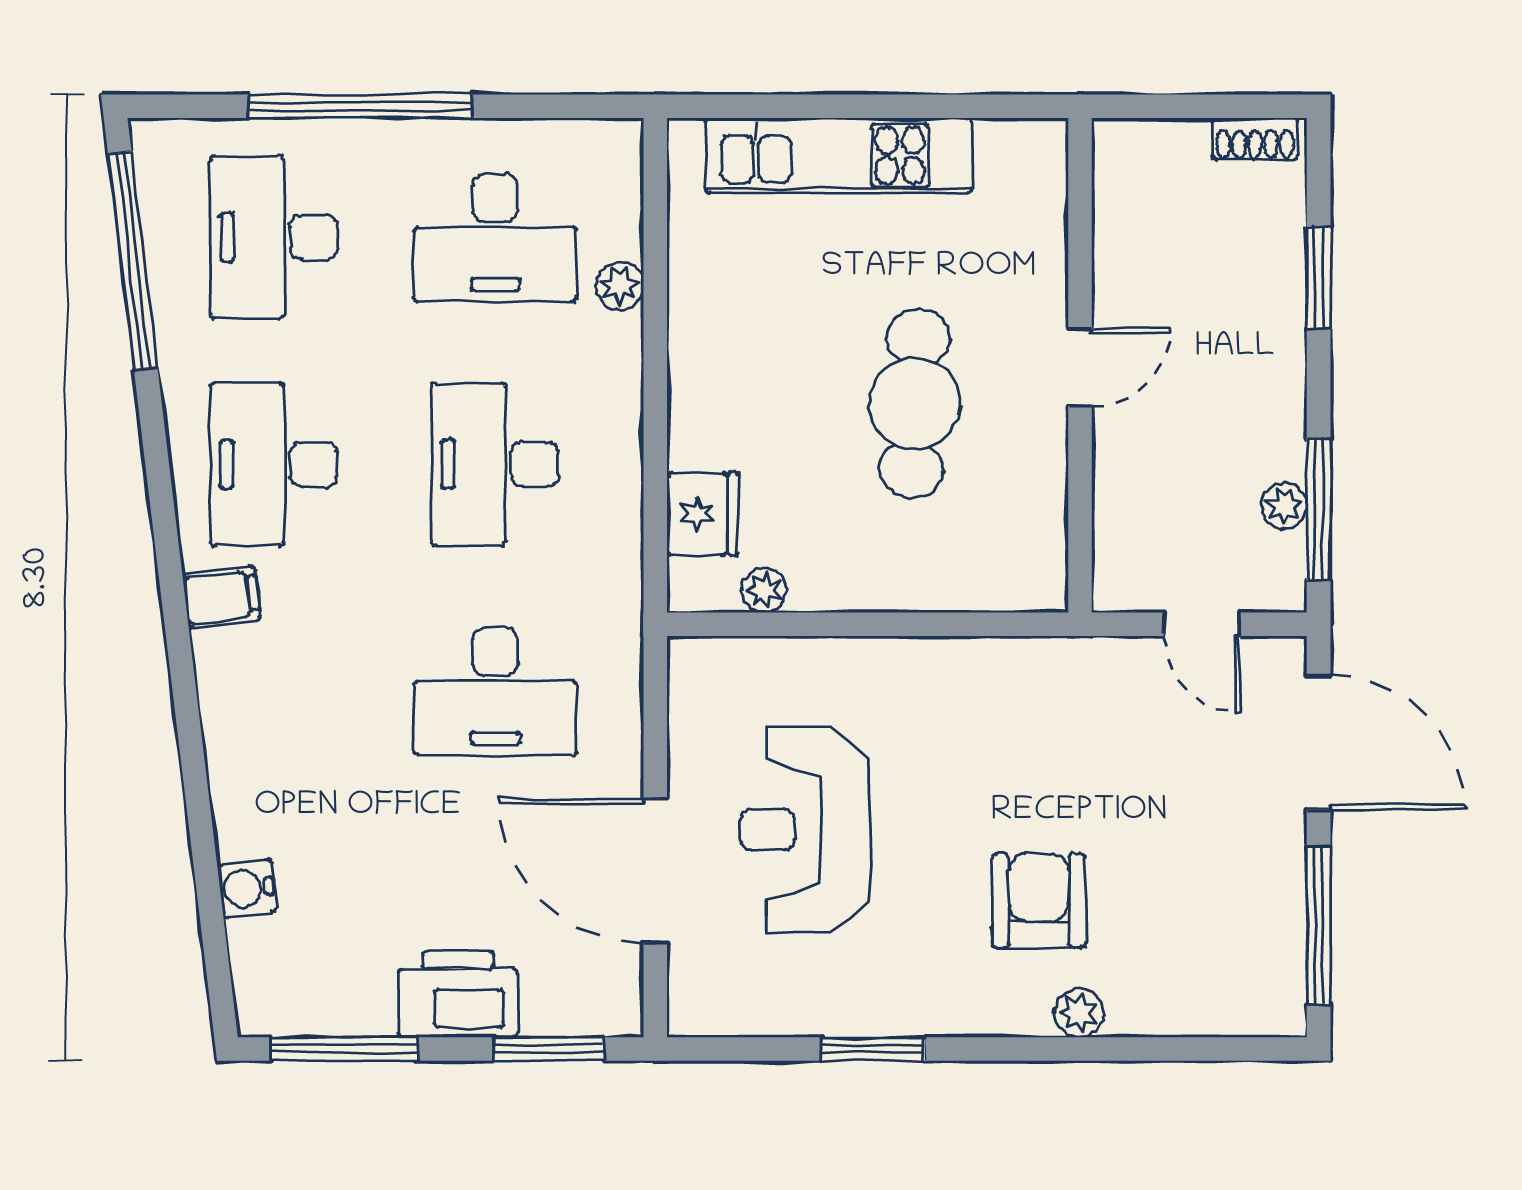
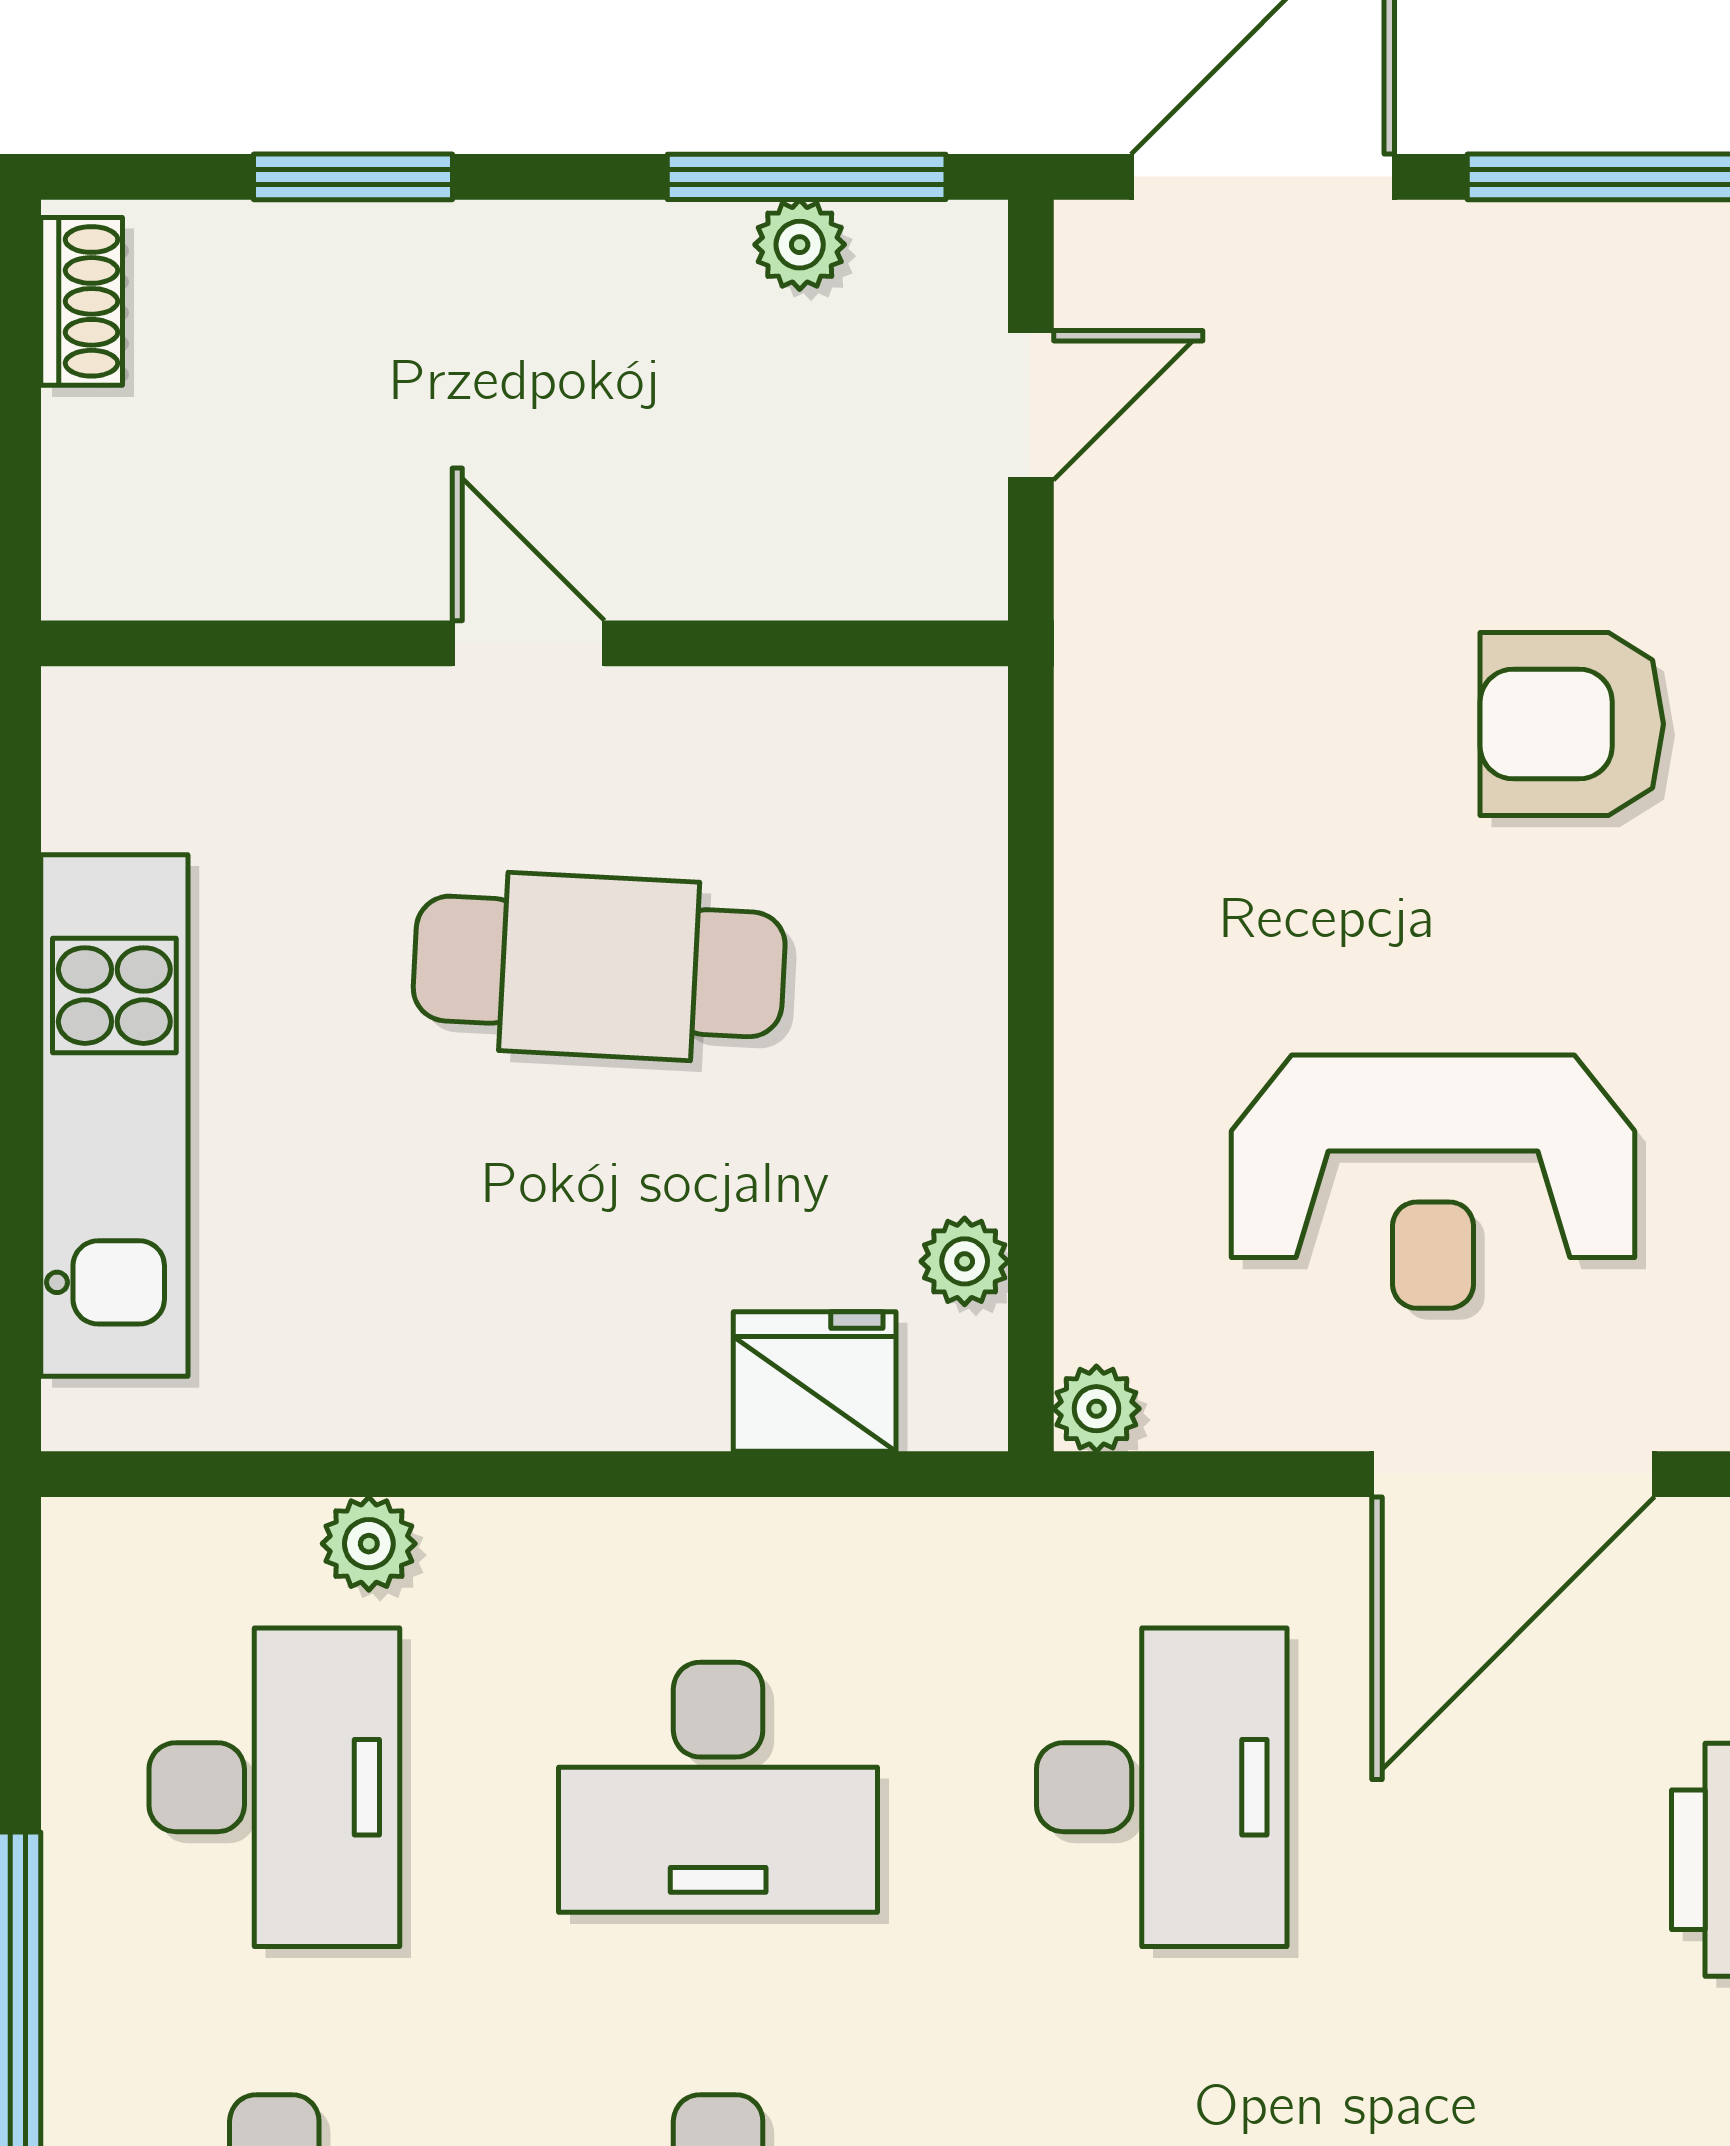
plant: (689, 658) -> (1096, 1409), added

